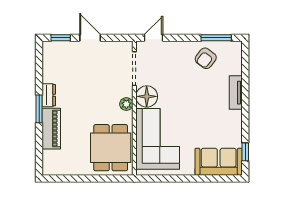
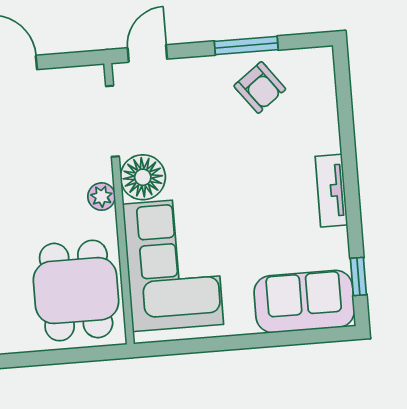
window: (216, 38) -> (246, 45), moved
armchair: (206, 58) -> (260, 87), turned -74
tv unit: (236, 93) -> (331, 191), moved

